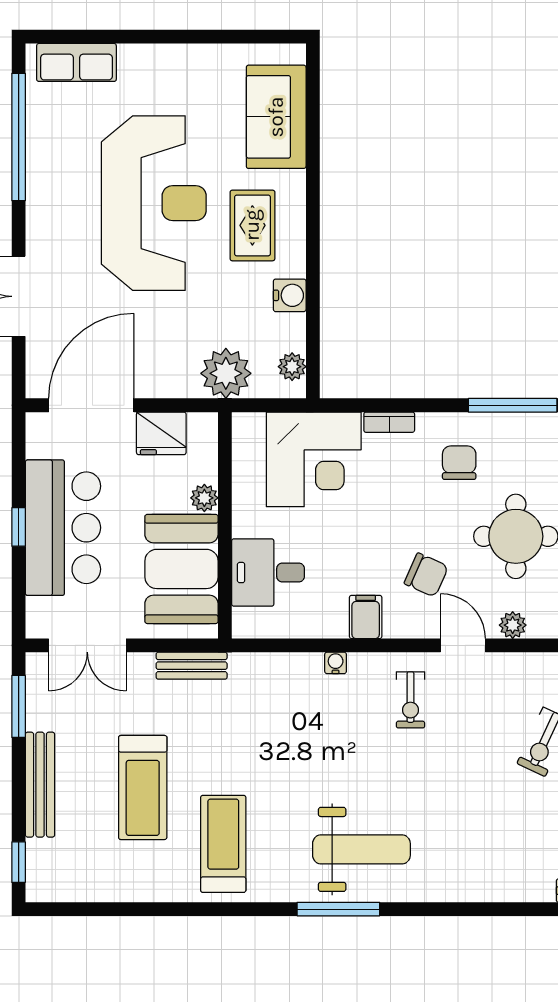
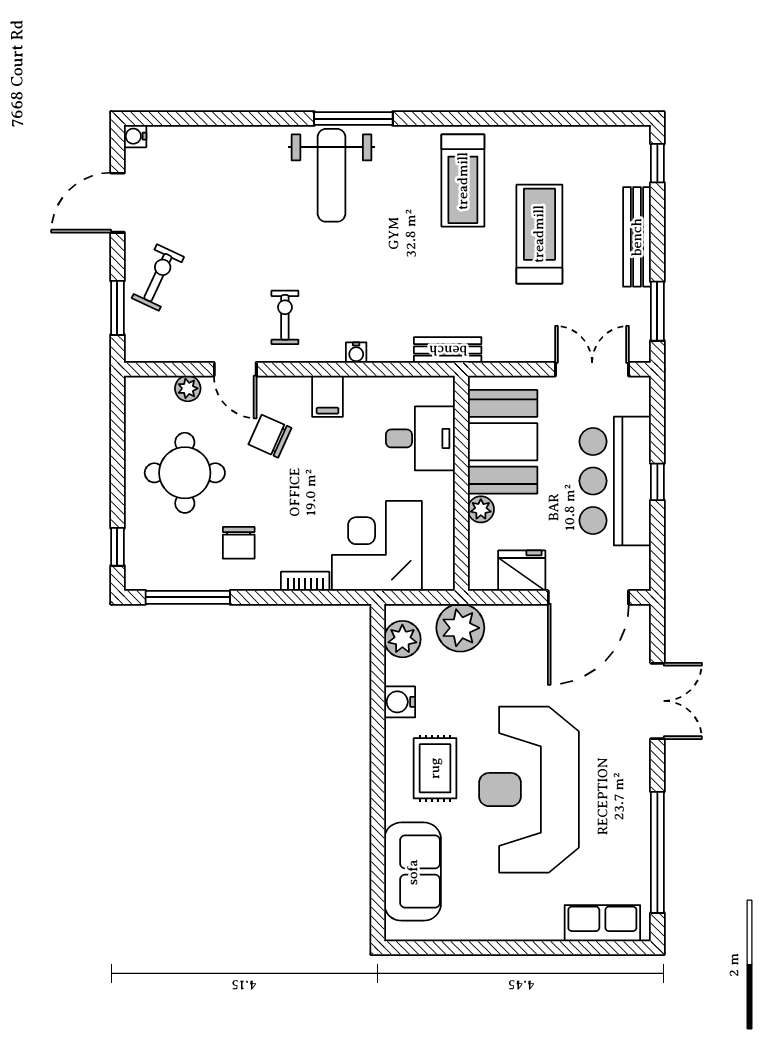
plant: (292, 367) -> (402, 639), width x1.38, depth x1.38
bench: (192, 666) -> (448, 350), moved
weight bench: (361, 849) -> (332, 175), turned -90

